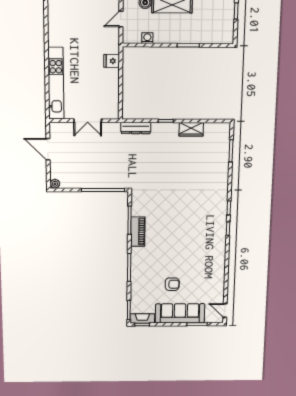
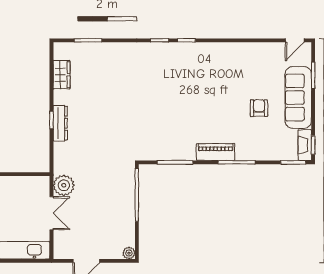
dresser: (136, 128) -> (60, 123), moved
wardrobe: (191, 129) -> (62, 75), moved
plant: (111, 131) -> (64, 185), added
piano: (138, 232) -> (216, 152), moved

